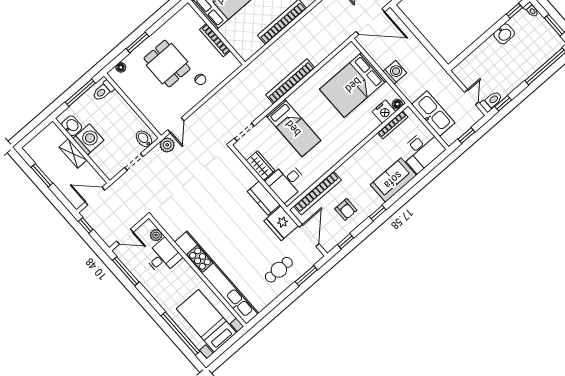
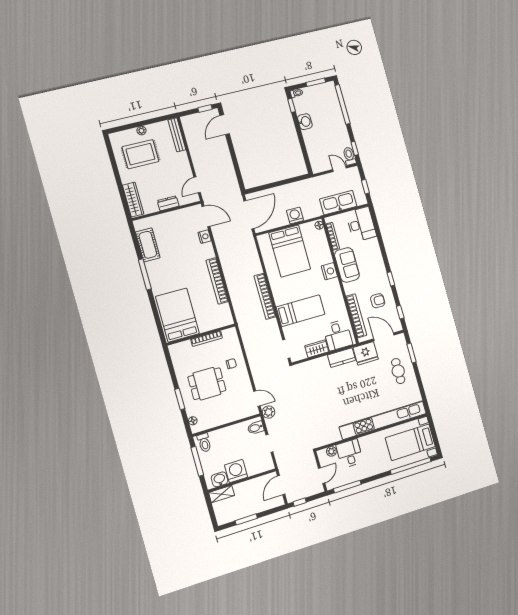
nightstand: (384, 112) -> (329, 271), moved
shelving: (73, 154) -> (222, 494), moved
sofa: (393, 180) -> (347, 265), moved, turned 180

